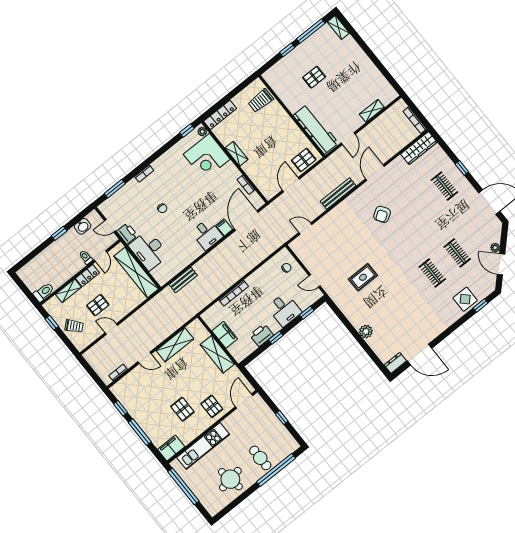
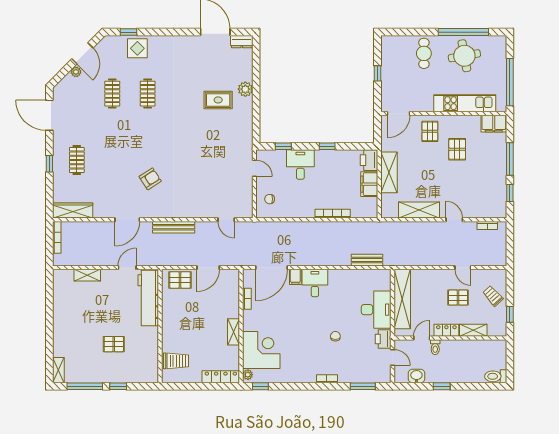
rug: (363, 277) -> (218, 100), moved
toilet: (44, 292) -> (496, 376), moved
printer: (262, 335) -> (369, 160), moved, turned 90
window: (276, 470) -> (463, 32), moved

